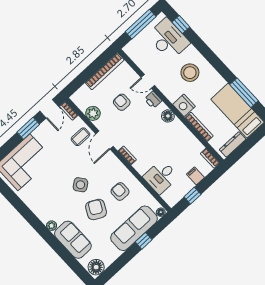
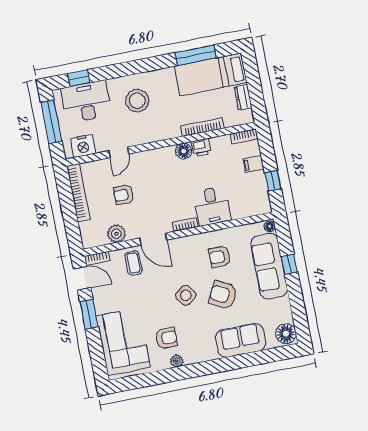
printer: (153, 100) -> (201, 147), moved
nightstand: (184, 105) -> (83, 146), moved
floor lamp: (168, 116) -> (184, 151), moved
dresser: (233, 144) -> (243, 97), width x0.70
desk: (161, 177) -> (212, 206), moved
armchair: (44, 189) -> (166, 338), added
plant: (52, 226) -> (177, 361), moved

